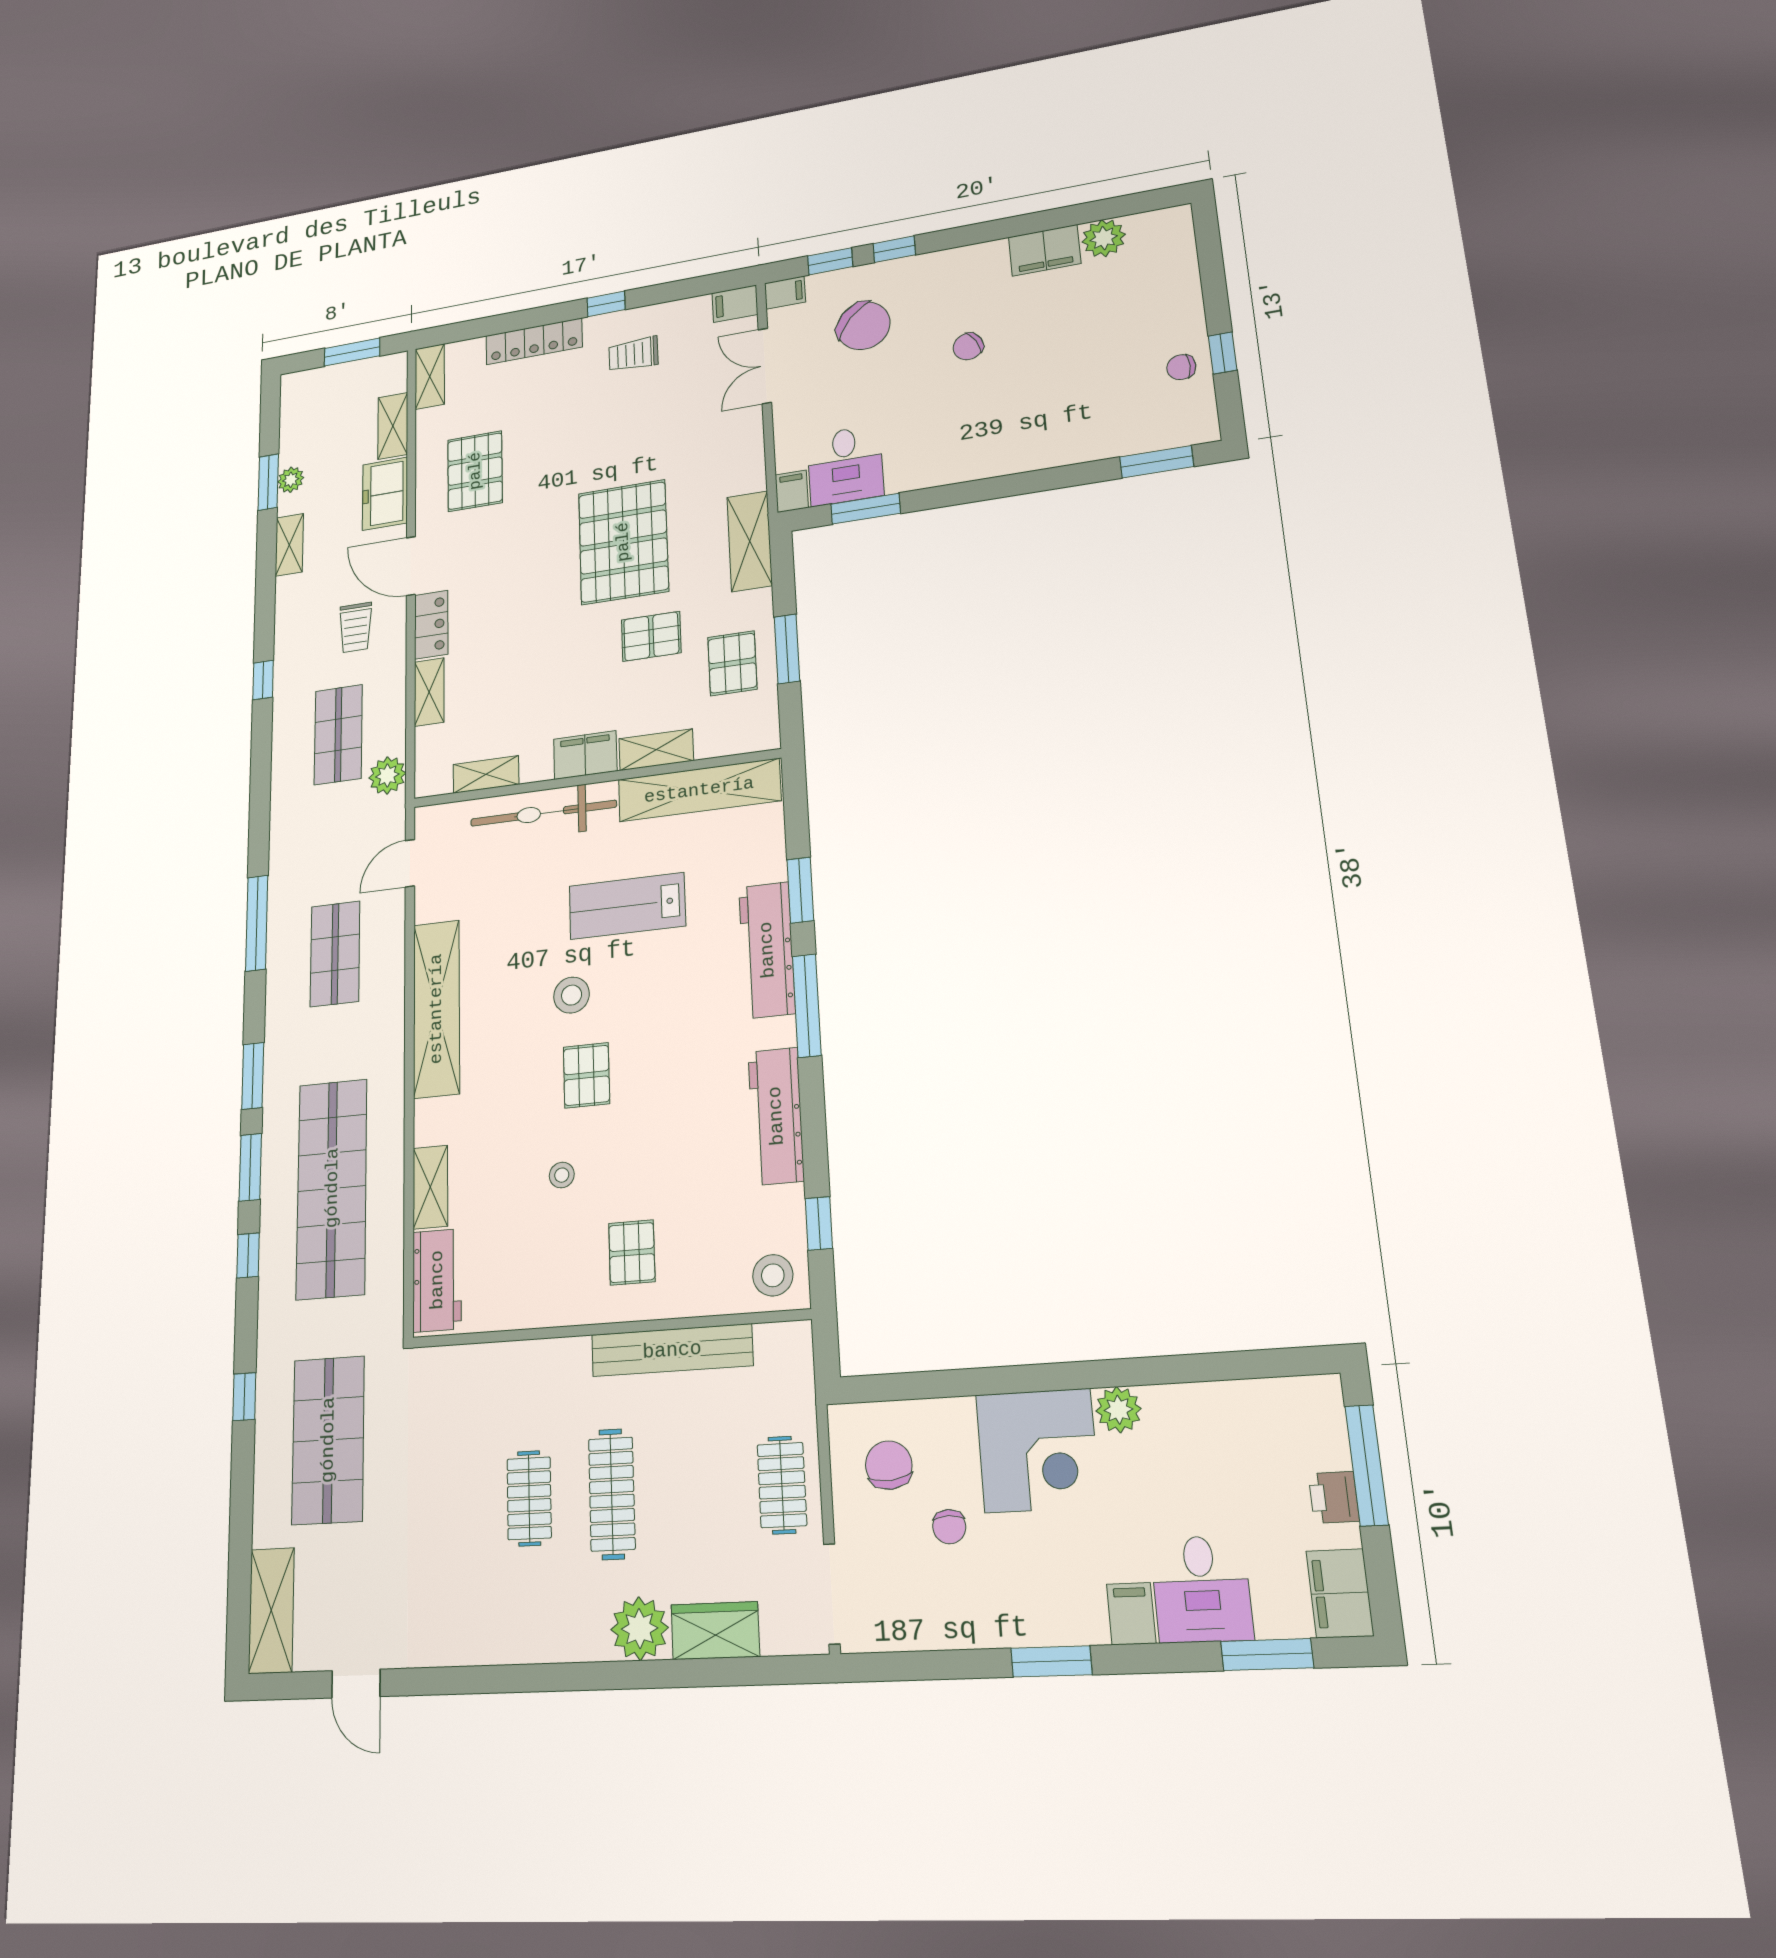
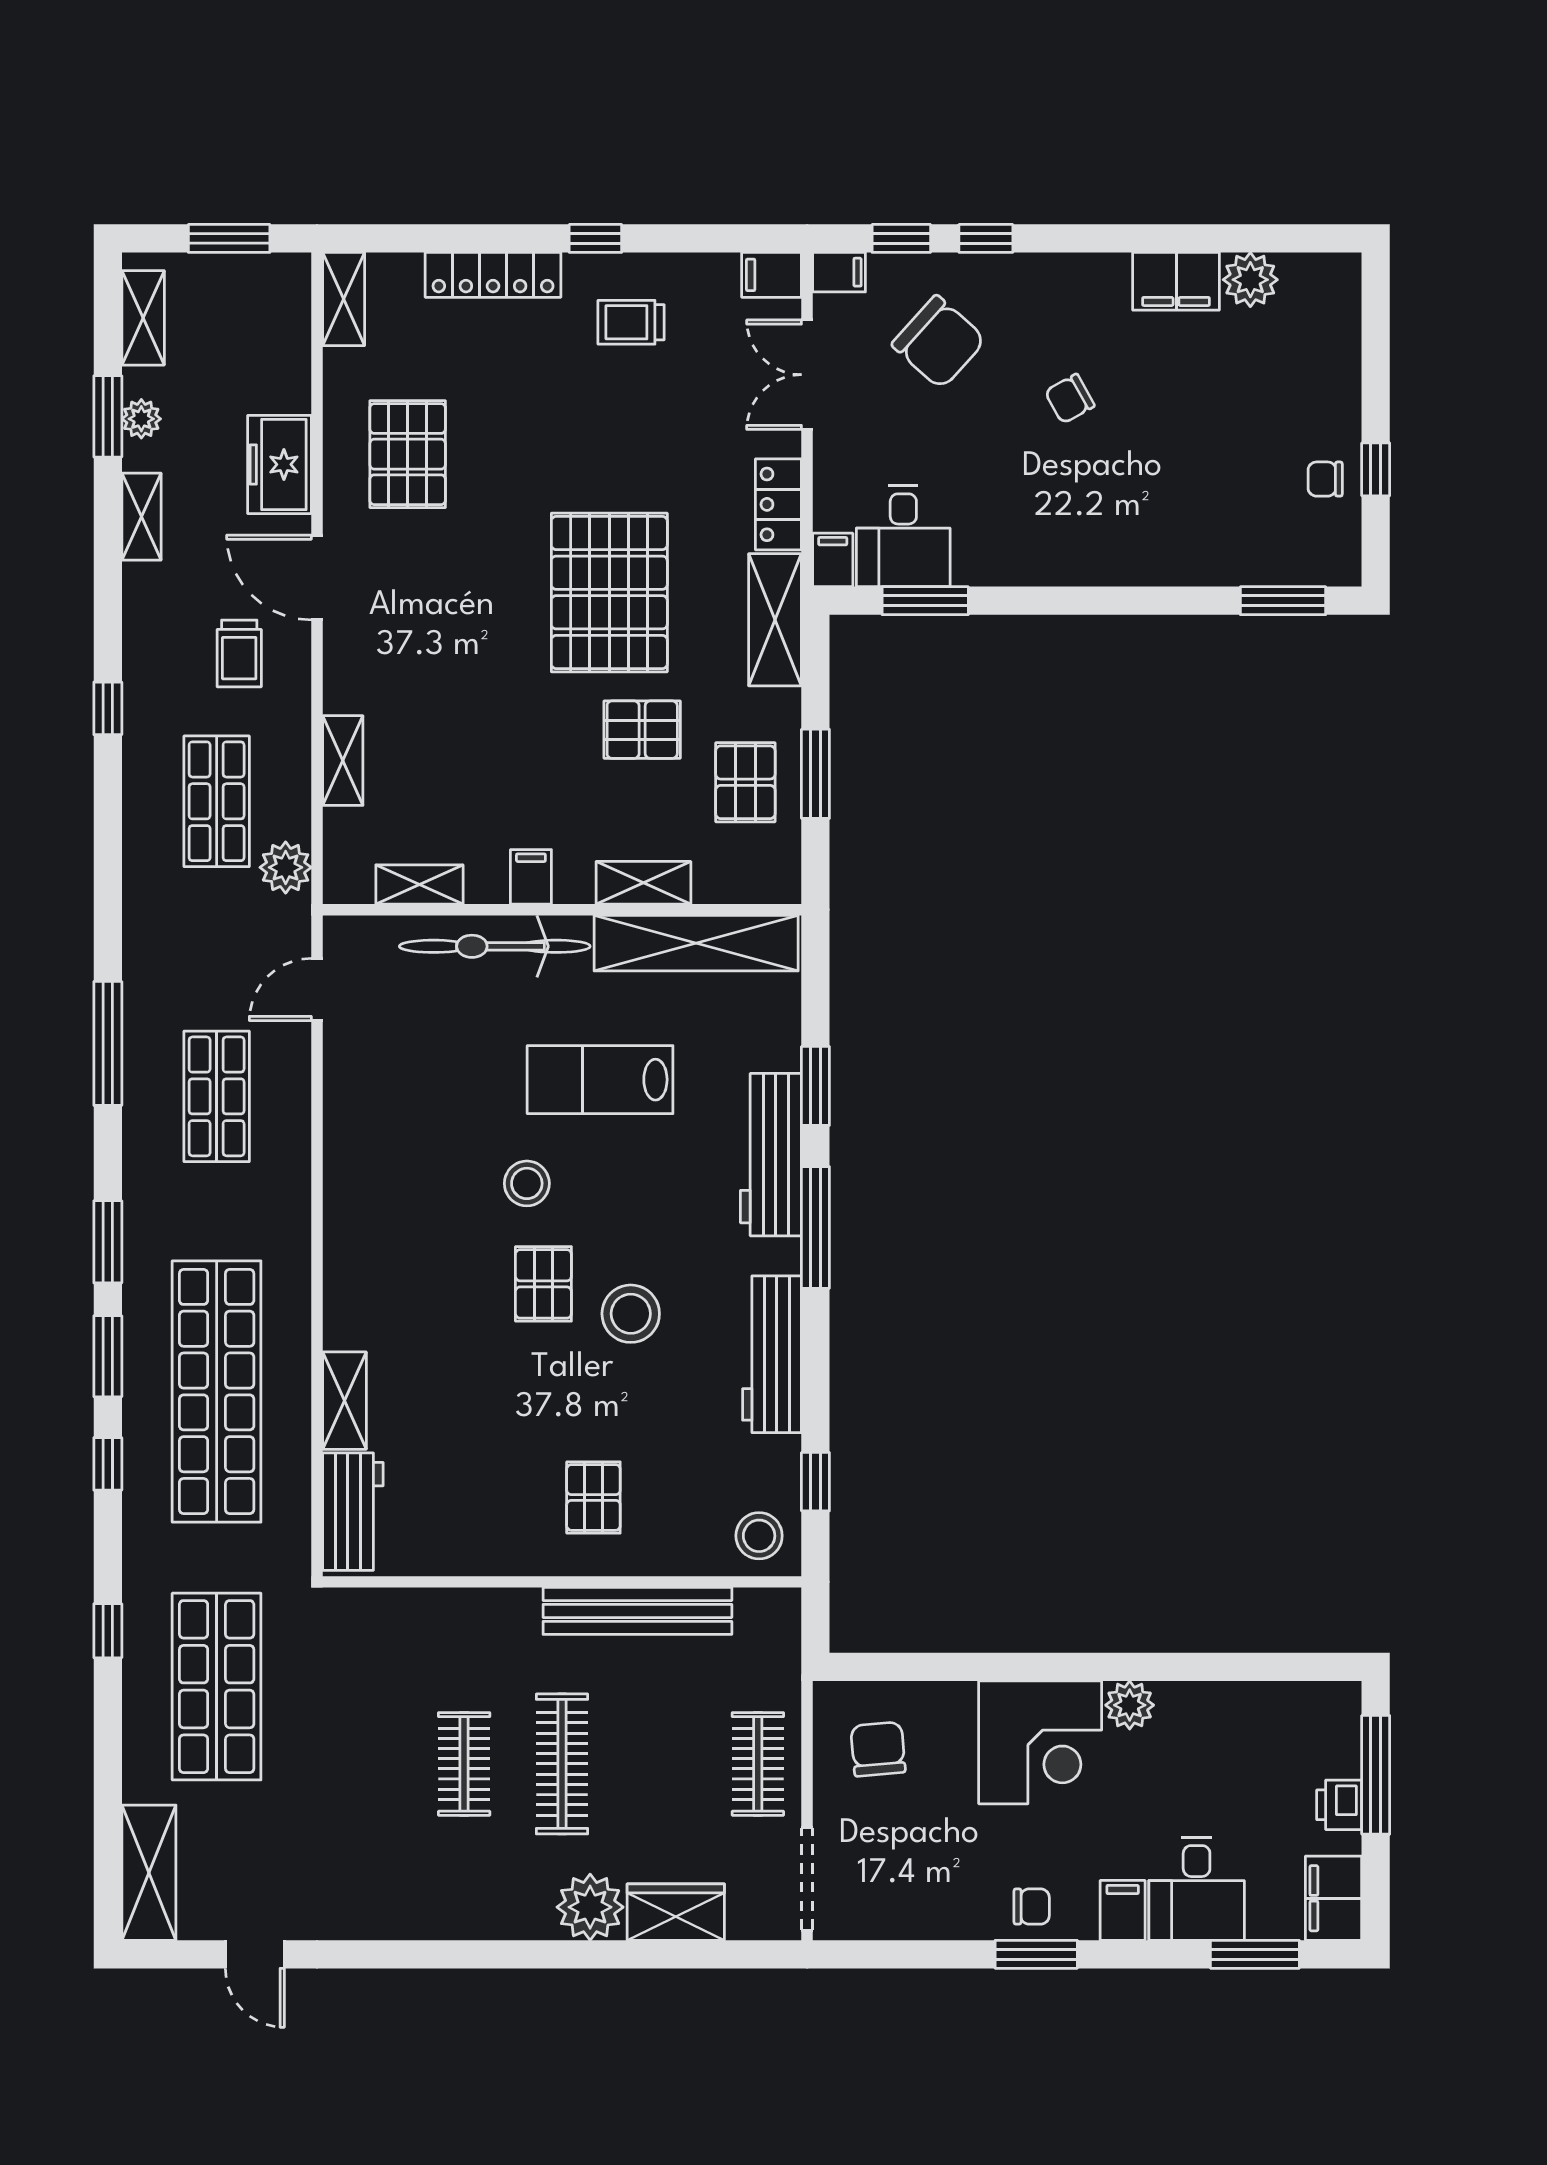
shelving: (393, 426) -> (143, 318), moved
locker: (431, 625) -> (778, 504), moved, turned 180
filing cabinet: (585, 755) -> (531, 877), width x0.50
shelving: (436, 1009) -> (352, 1182), removed
stool: (562, 1175) -> (631, 1314), moved, width x1.89, depth x1.89
chair: (949, 1527) -> (1032, 1907), moved, turned -90

